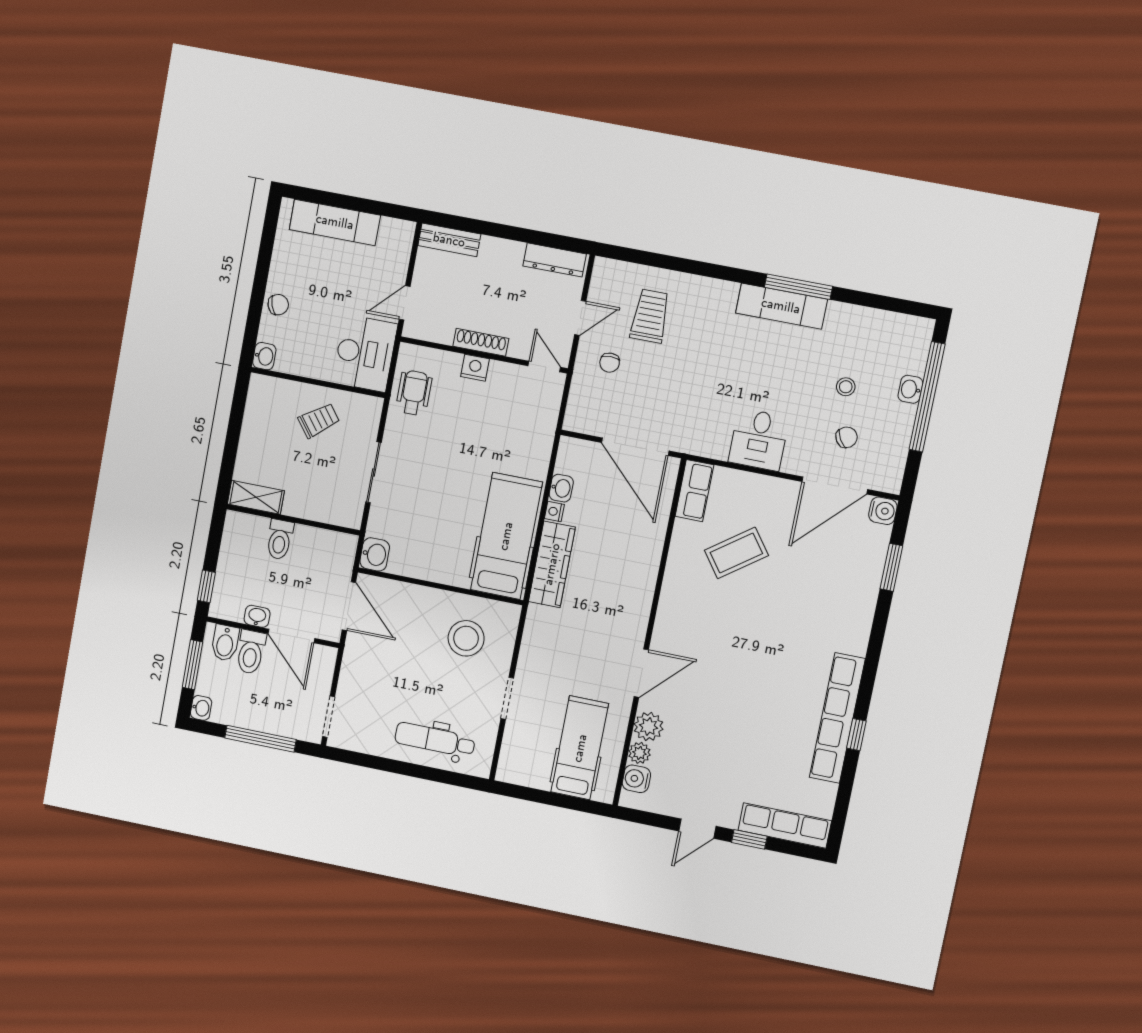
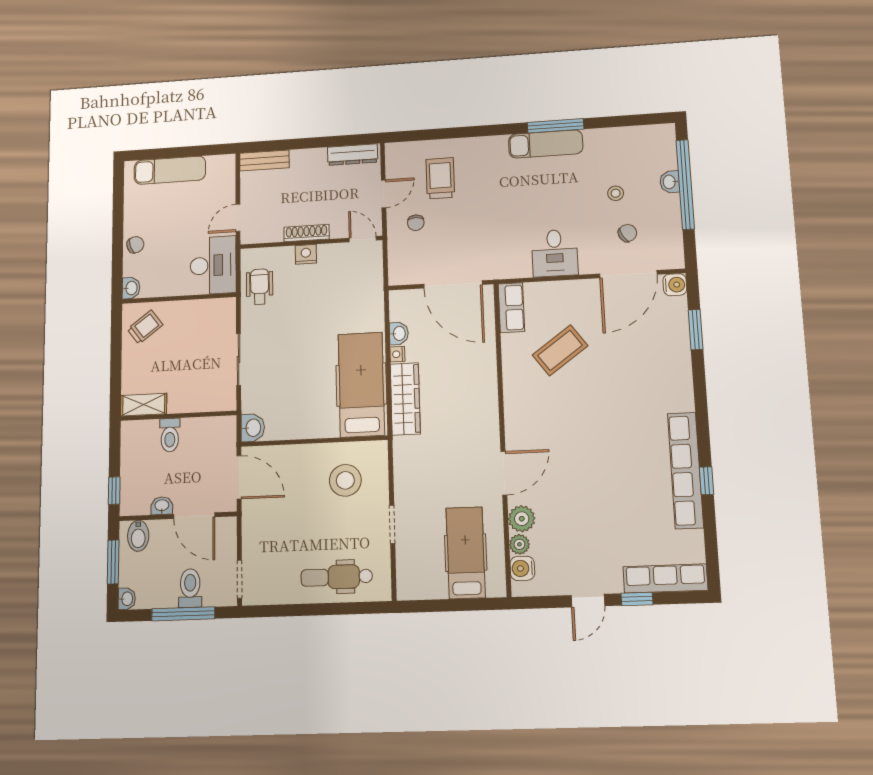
trolley: (319, 420) -> (145, 327), moved
toilet: (251, 652) -> (190, 588), moved, turned 180

